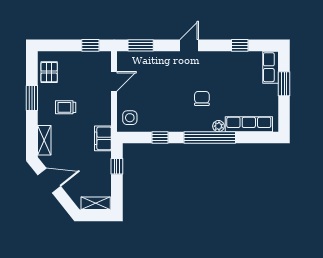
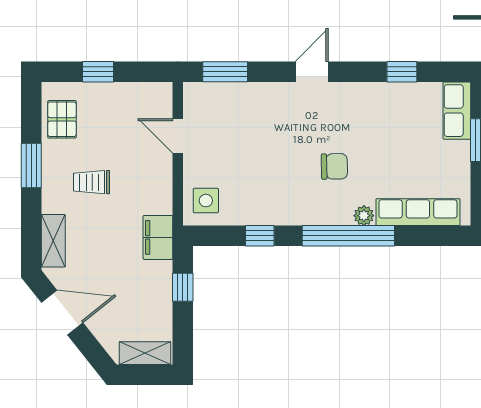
window: (90, 45) -> (98, 72), moved
door: (114, 81) -> (178, 136), swing flipped
chair: (202, 99) -> (334, 166), turned 89

